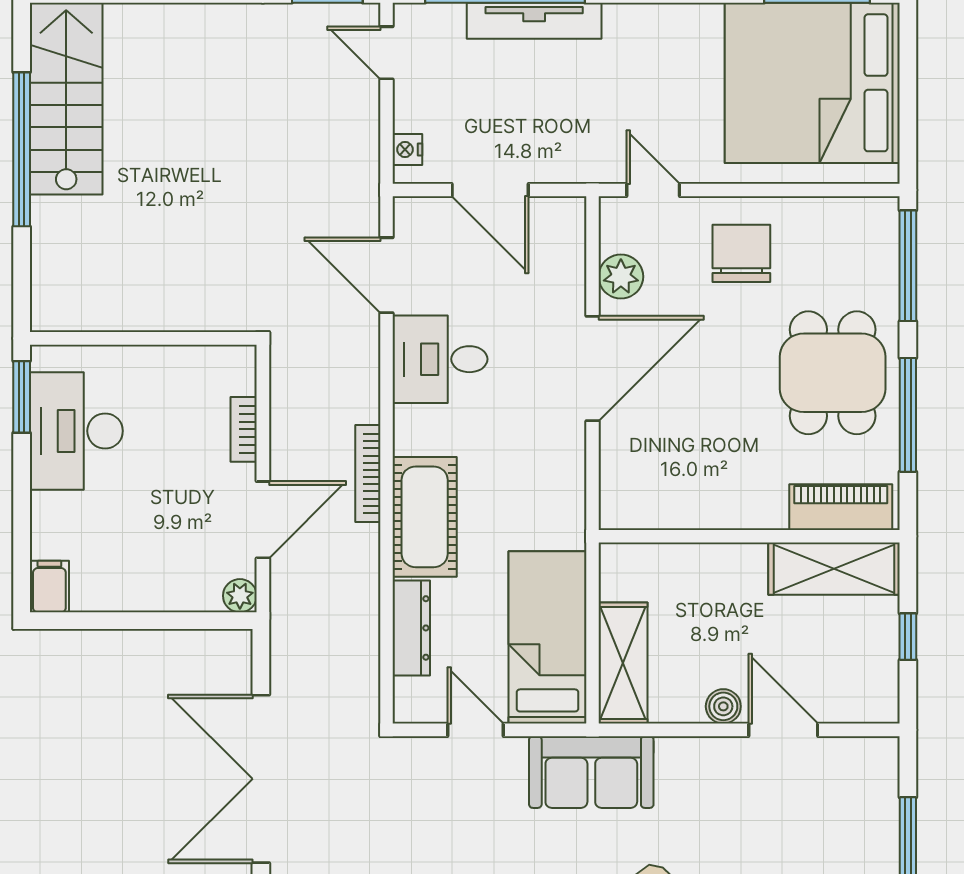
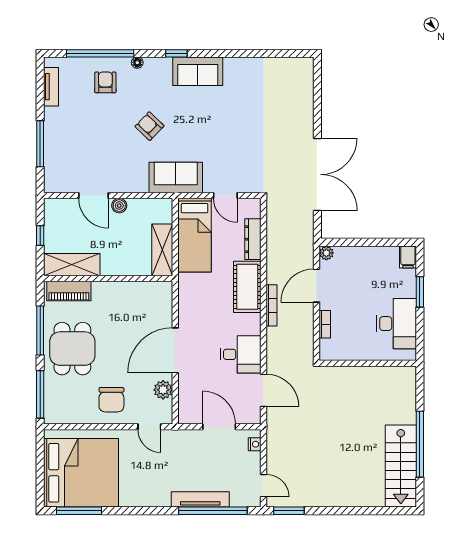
window: (22, 397) -> (420, 292), moved
shelving: (623, 663) -> (162, 250), moved

